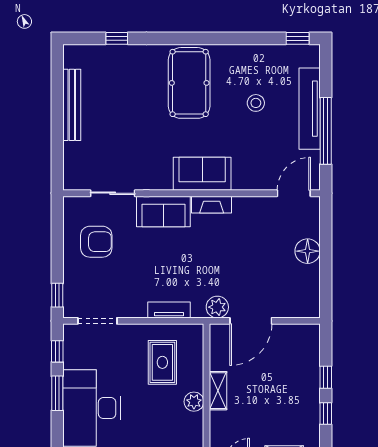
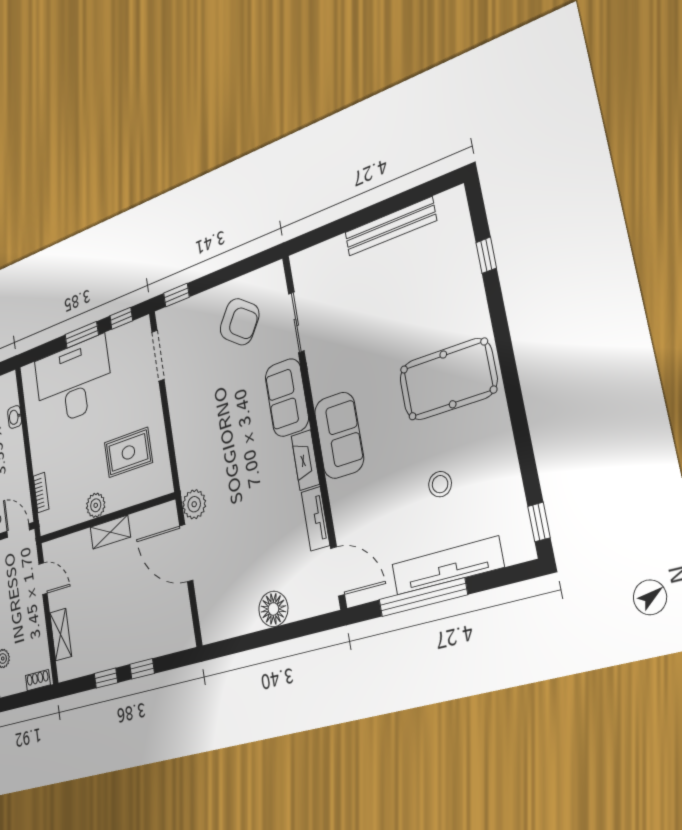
armchair: (96, 242) -> (240, 322), turned -55
tv unit: (169, 310) -> (315, 519), moved, turned 180

